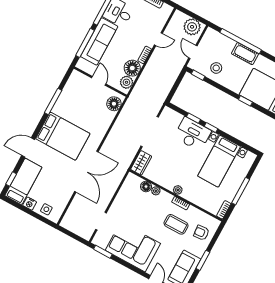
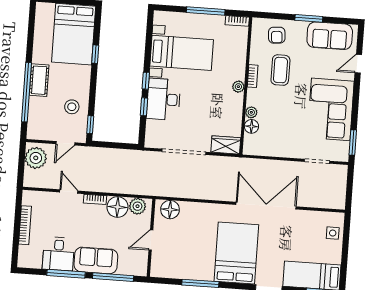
sofa: (99, 41) -> (96, 260), width x0.73
nightstand: (30, 204) -> (335, 256), removed

